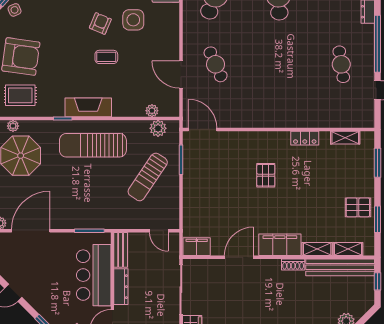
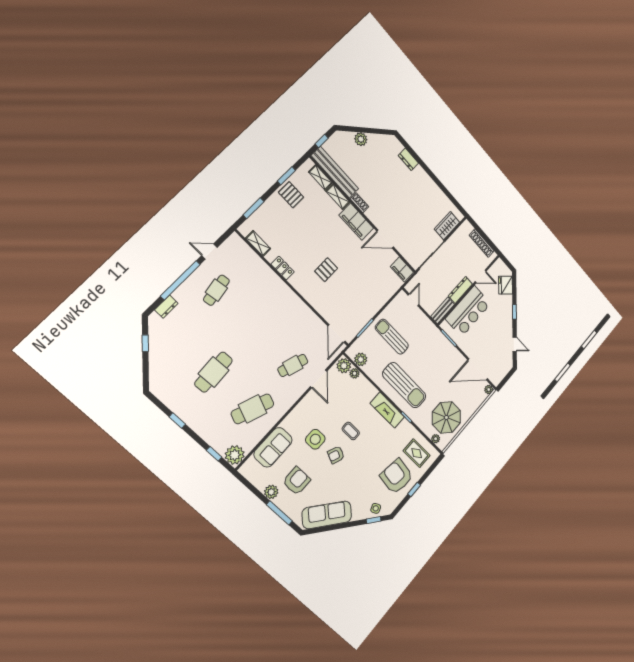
cafe table: (216, 64) -> (293, 365), turned 42
plant: (169, 108) -> (344, 366), added
sun lounger: (148, 177) -> (392, 337), turned -124

